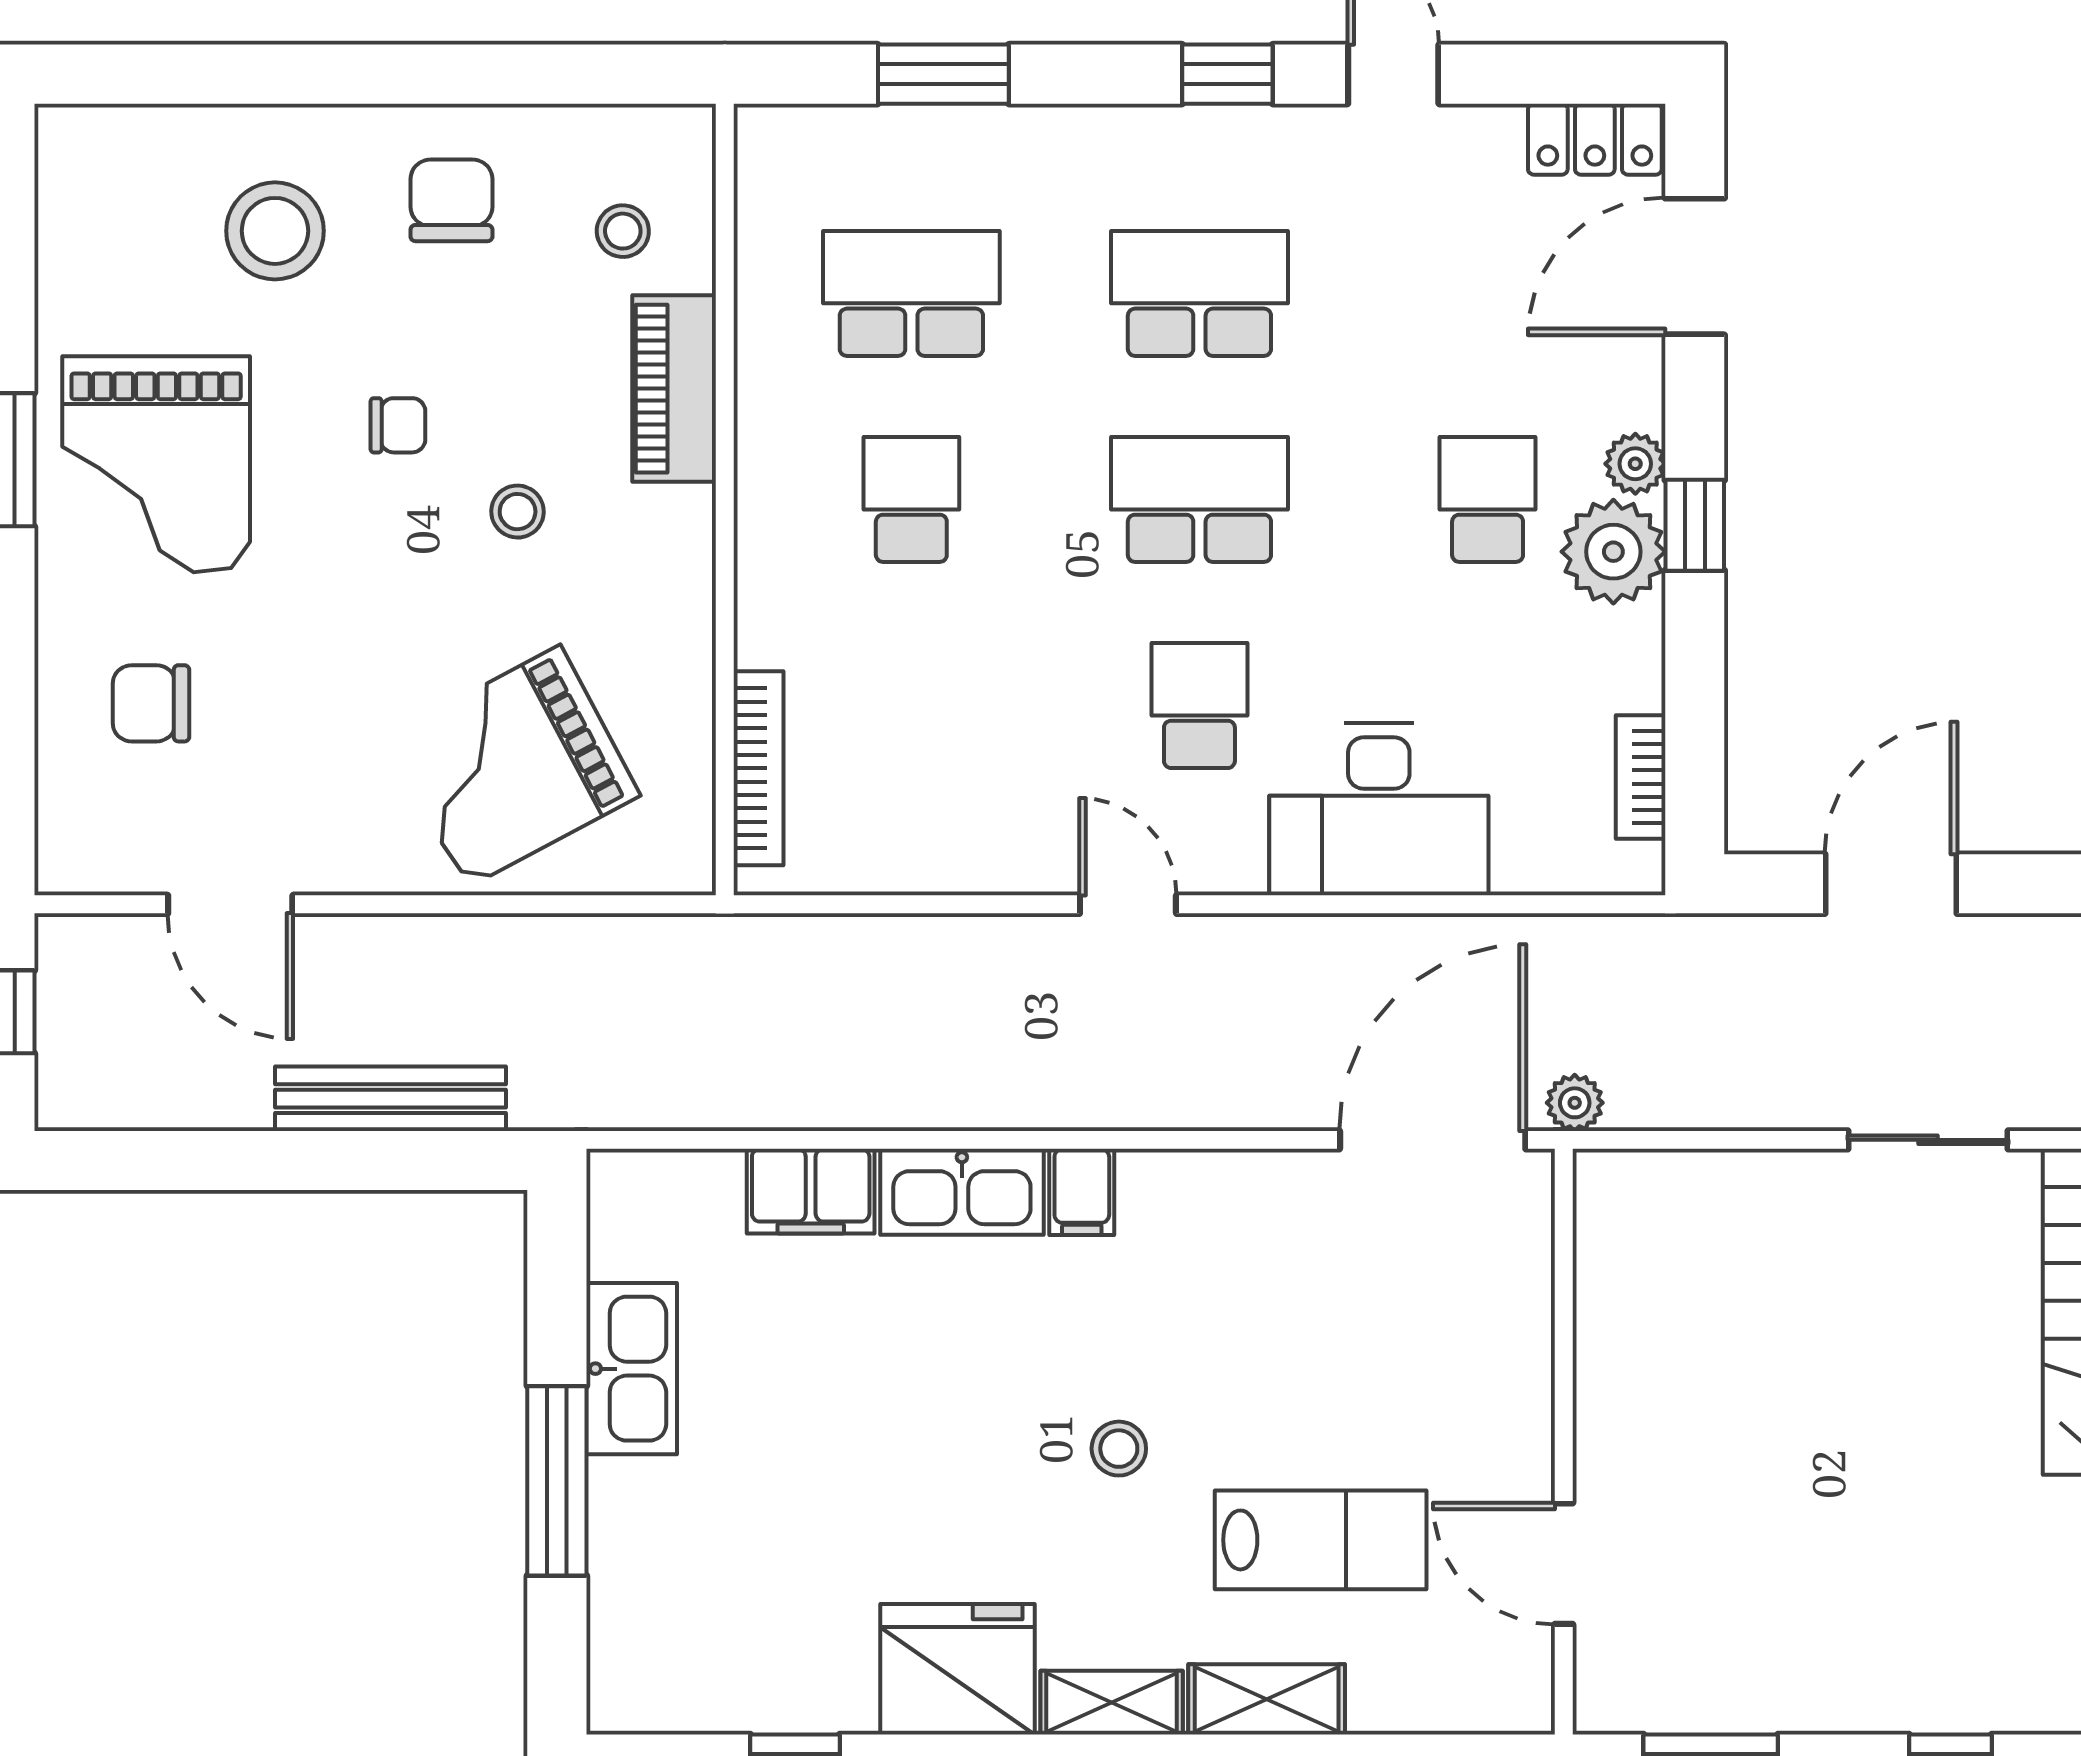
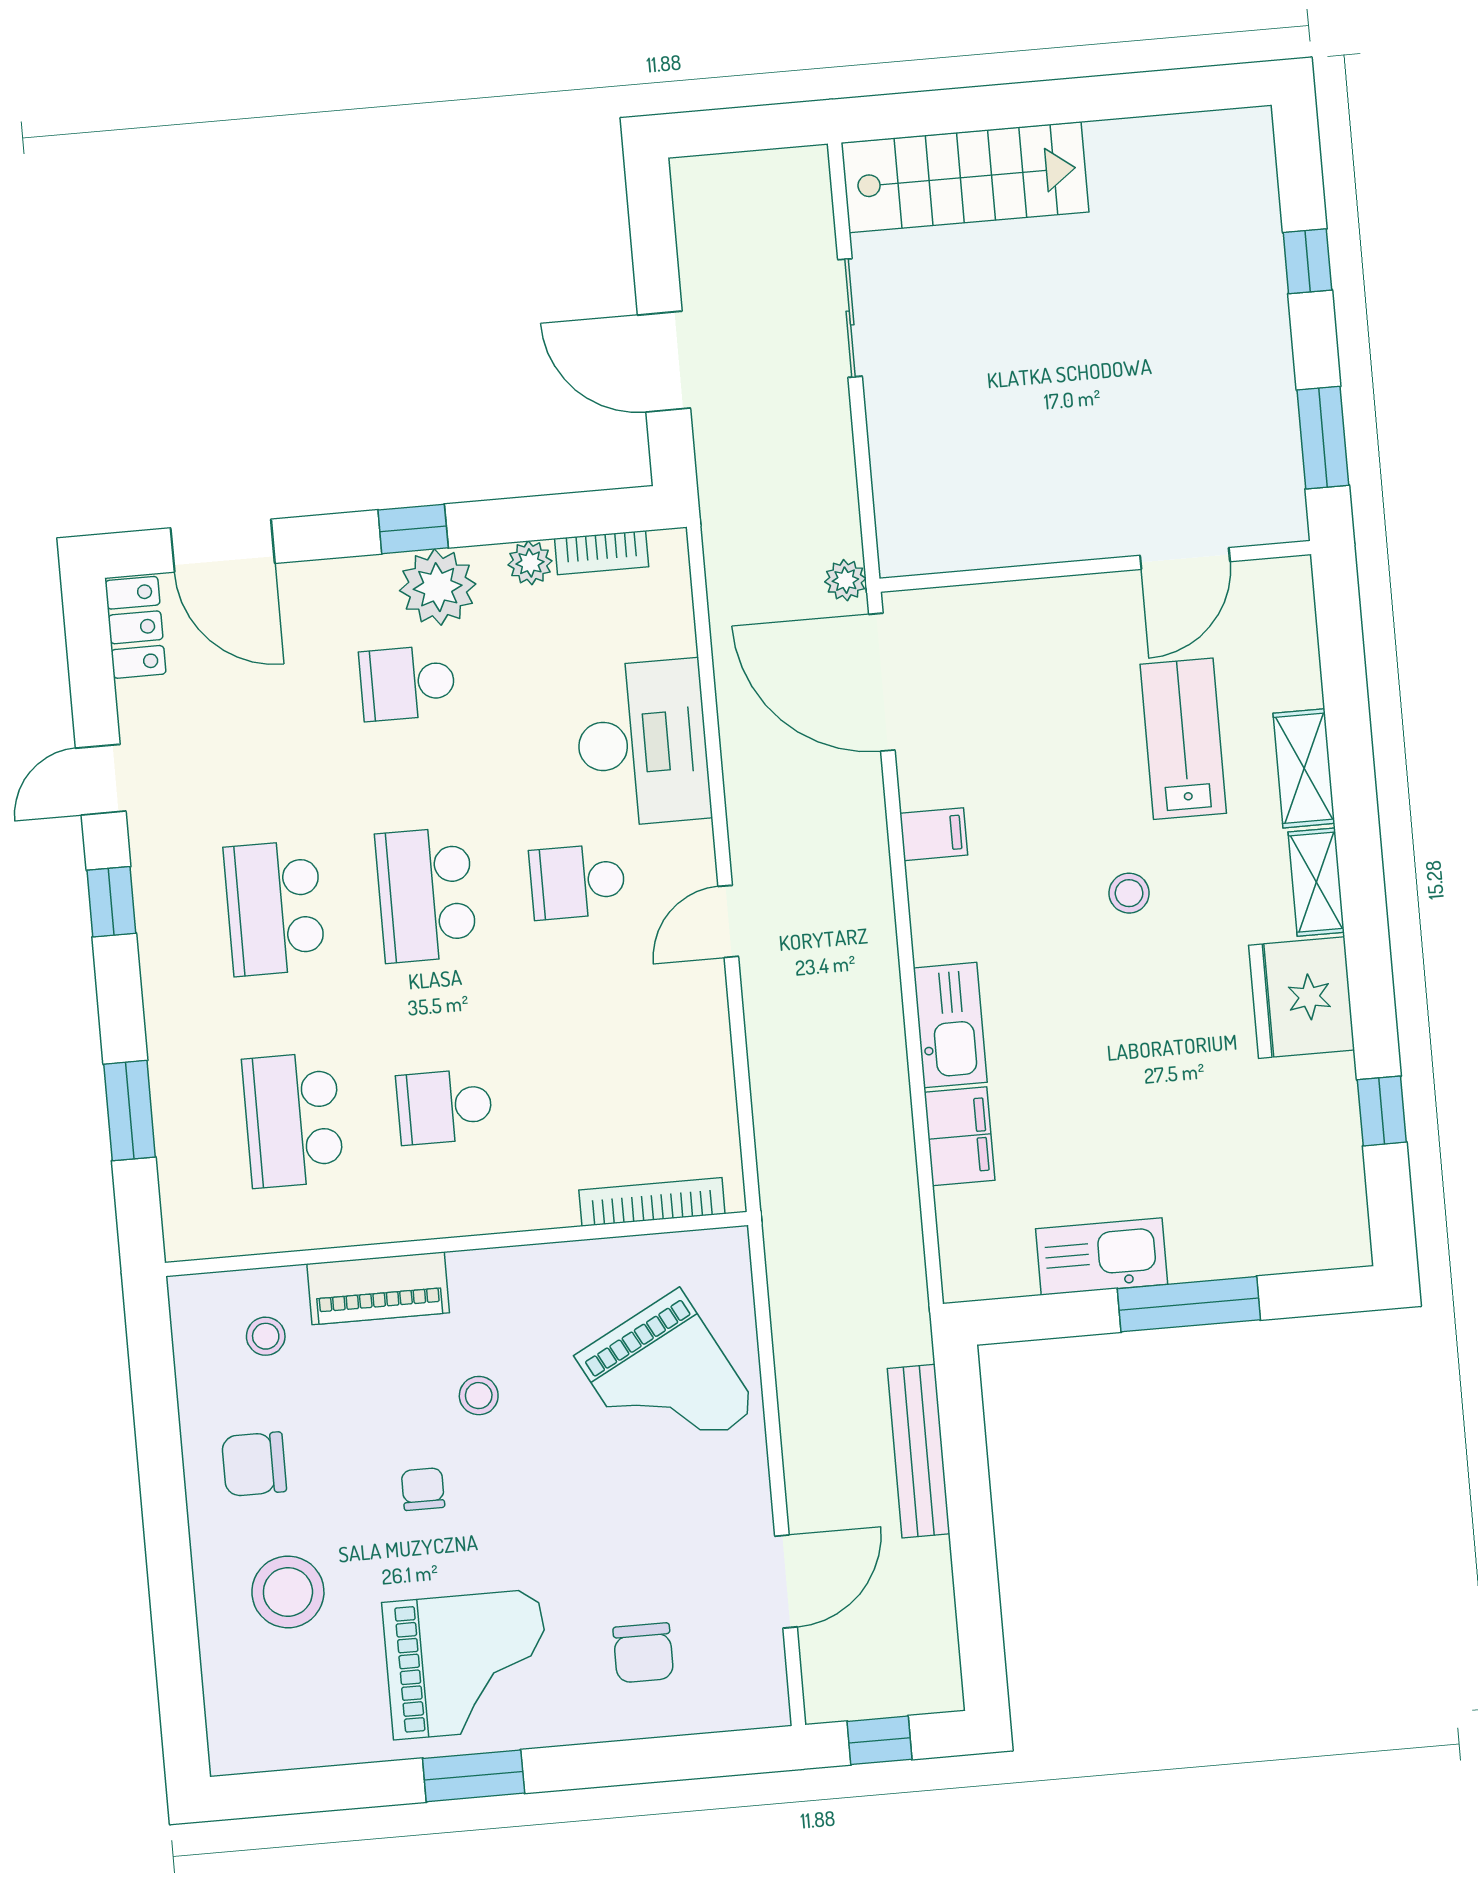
plant: (1635, 464) -> (530, 563), moved
filing cabinet: (1082, 1192) -> (934, 834), moved

